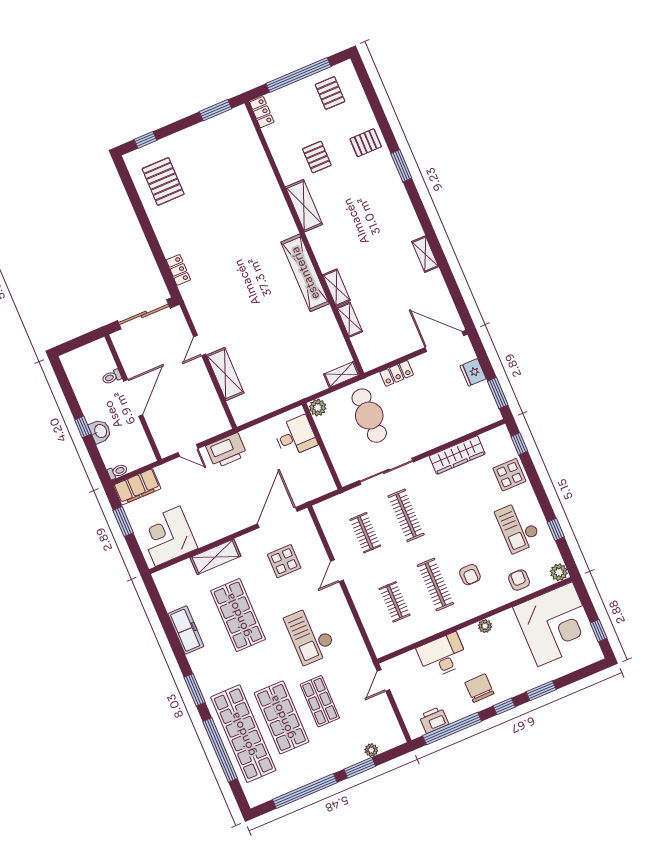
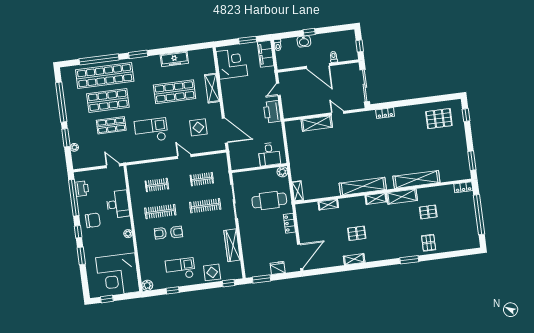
pallet: (330, 93) -> (357, 233), moved
shelving: (270, 190) -> (416, 179), added
shelving: (336, 288) -> (376, 199), moved
window: (83, 340) -> (360, 46), added
armchair: (519, 580) -> (176, 232), moved

